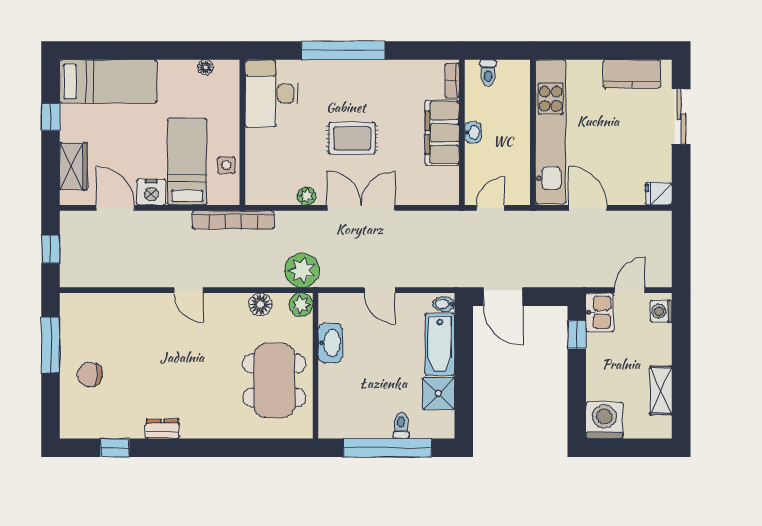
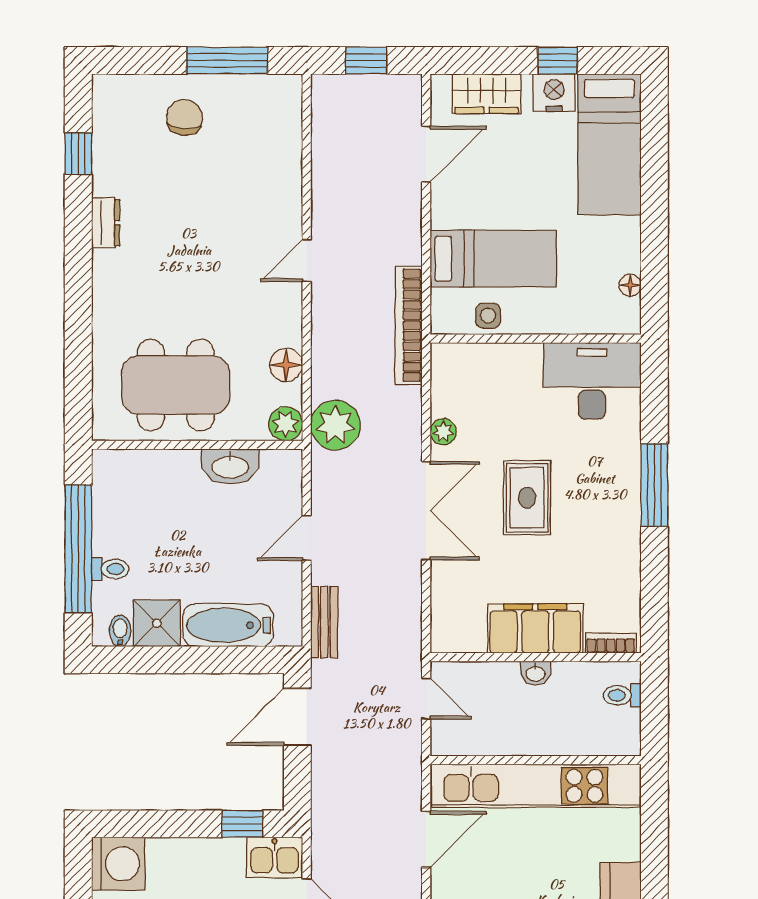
window: (343, 50) -> (654, 485), width x0.68
nightstand: (151, 192) -> (554, 93), moved, turned 90
bench: (438, 278) -> (324, 622), added
bidet: (444, 304) -> (120, 631), moved

